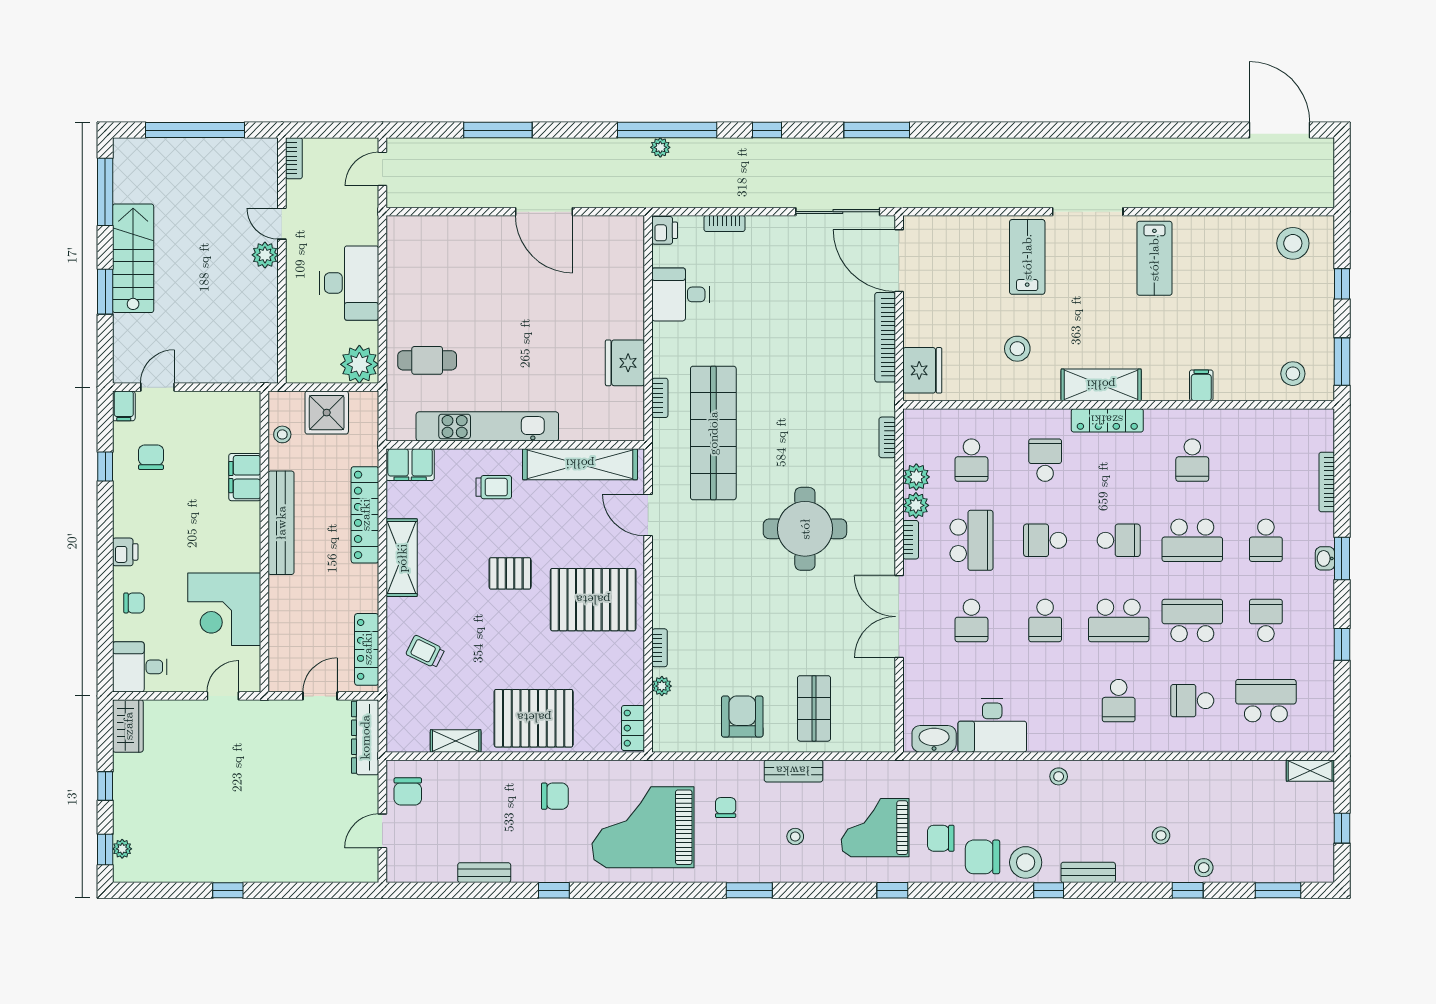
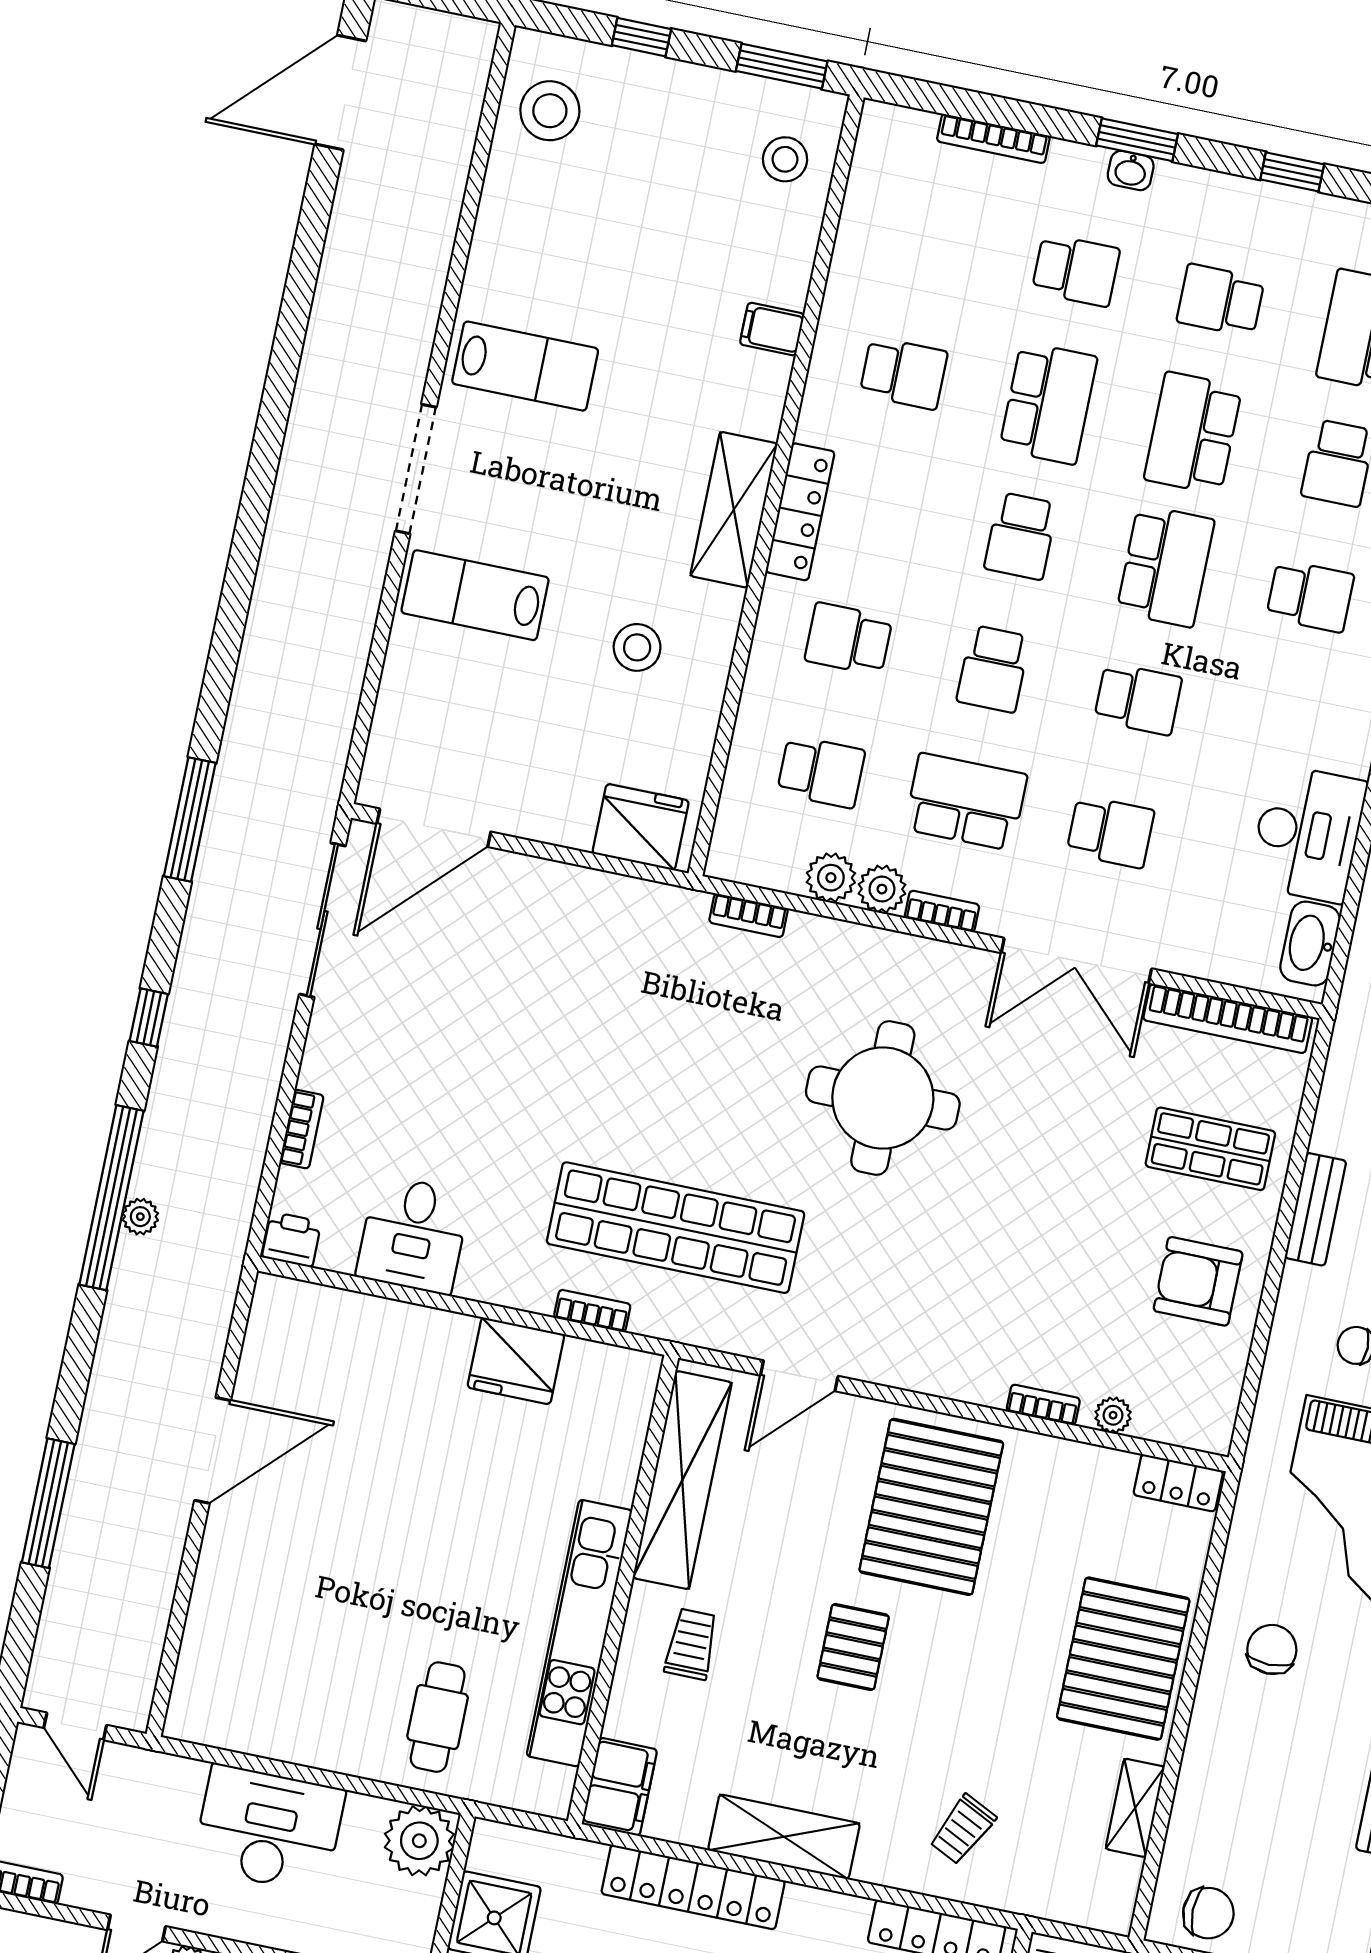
bookcase: (885, 337) -> (1228, 1018), moved
school desk: (1119, 540) -> (1021, 536), turned 180

